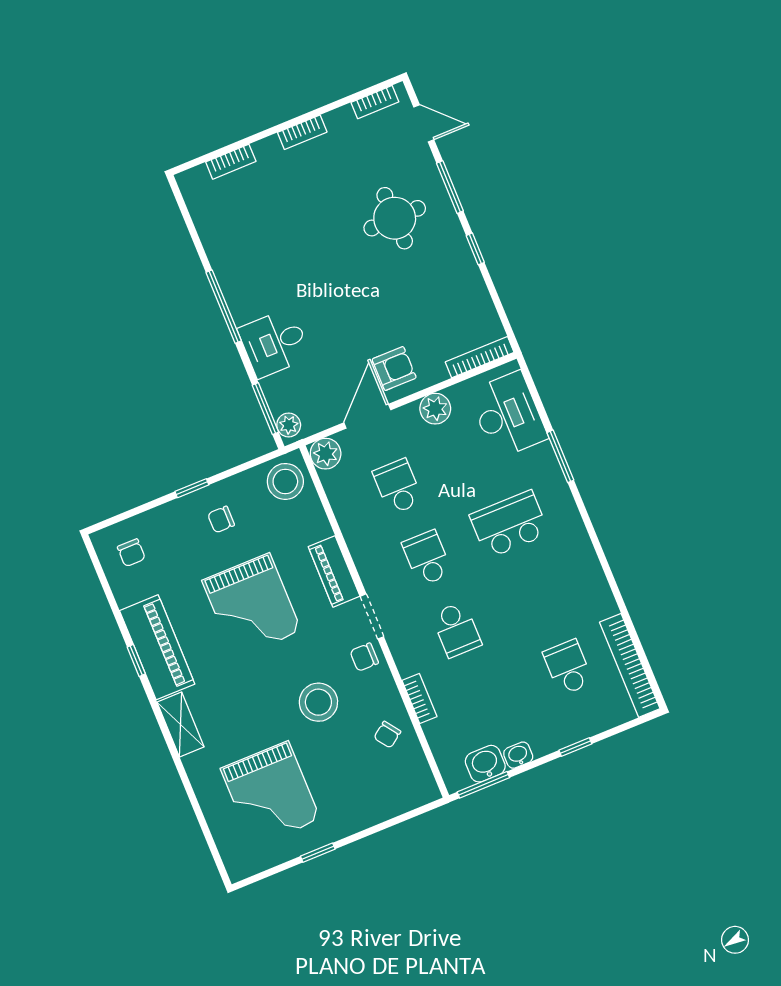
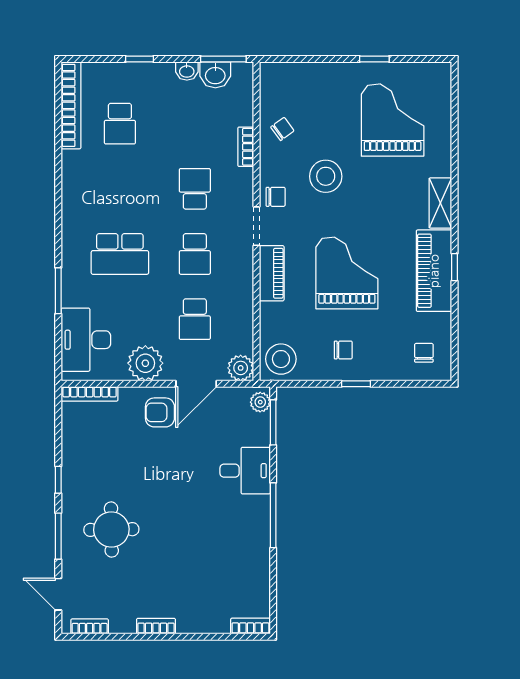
bookcase: (231, 162) -> (250, 626), moved
plant: (435, 409) -> (145, 363), width x1.36, depth x1.36

